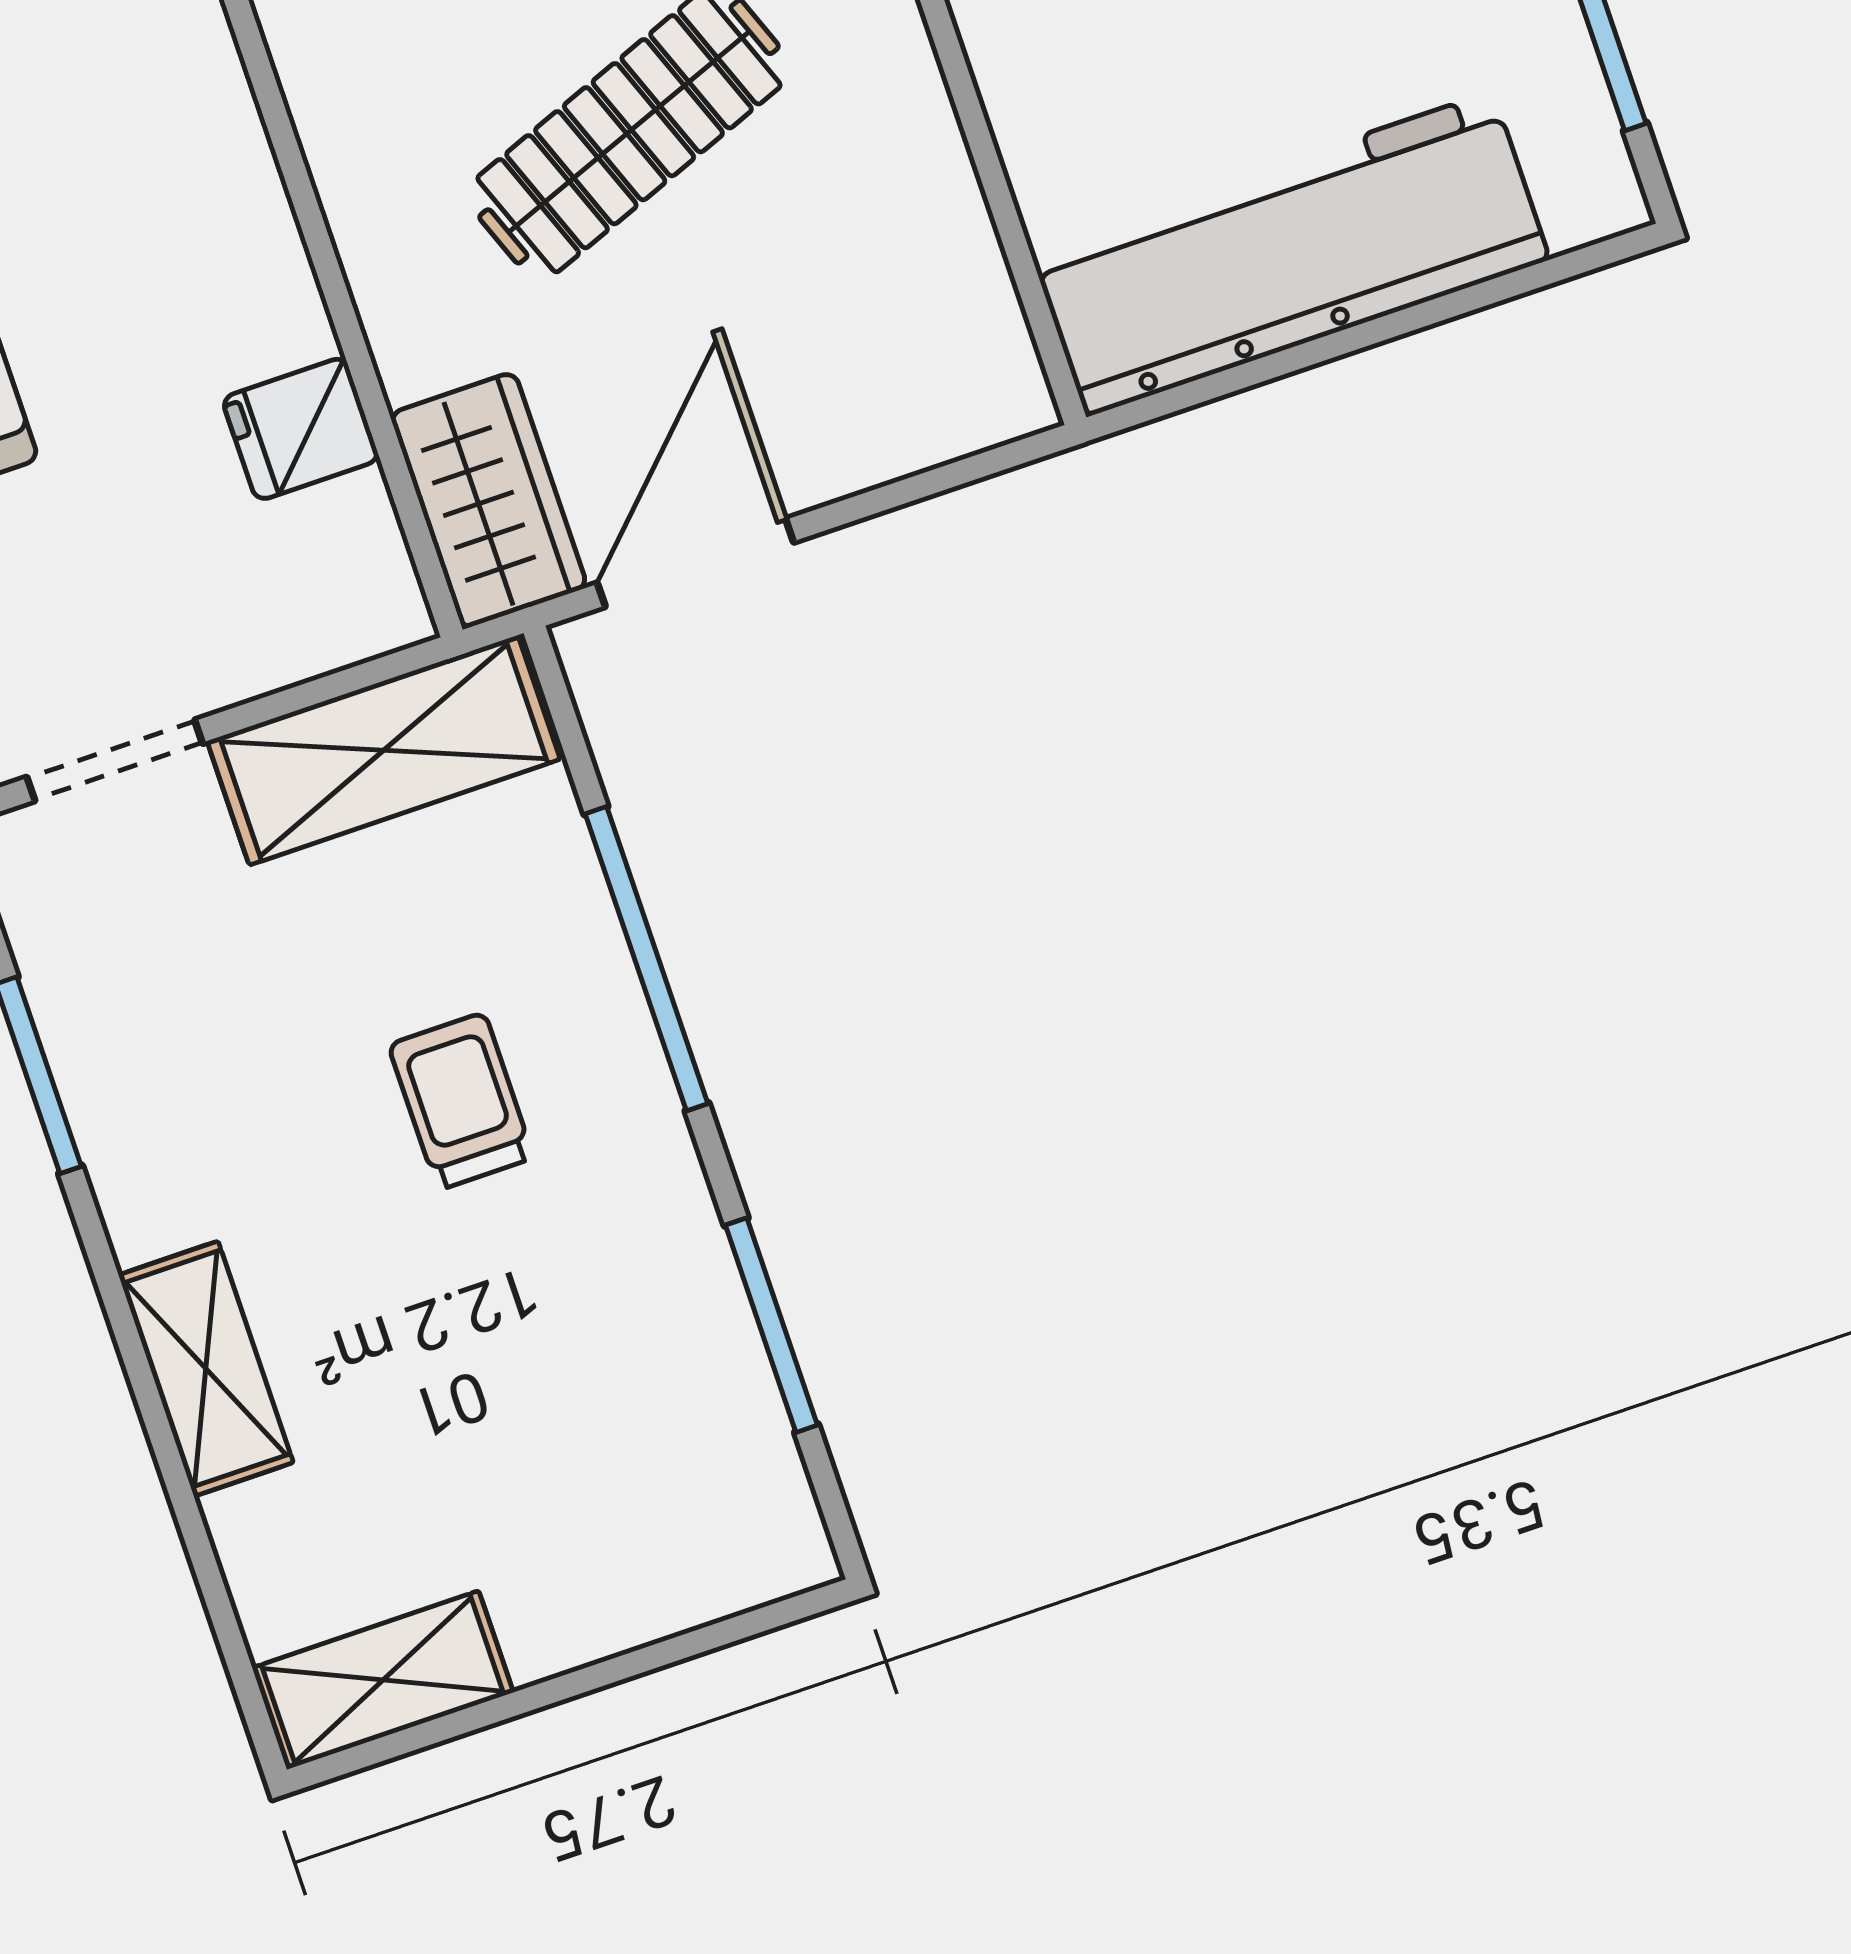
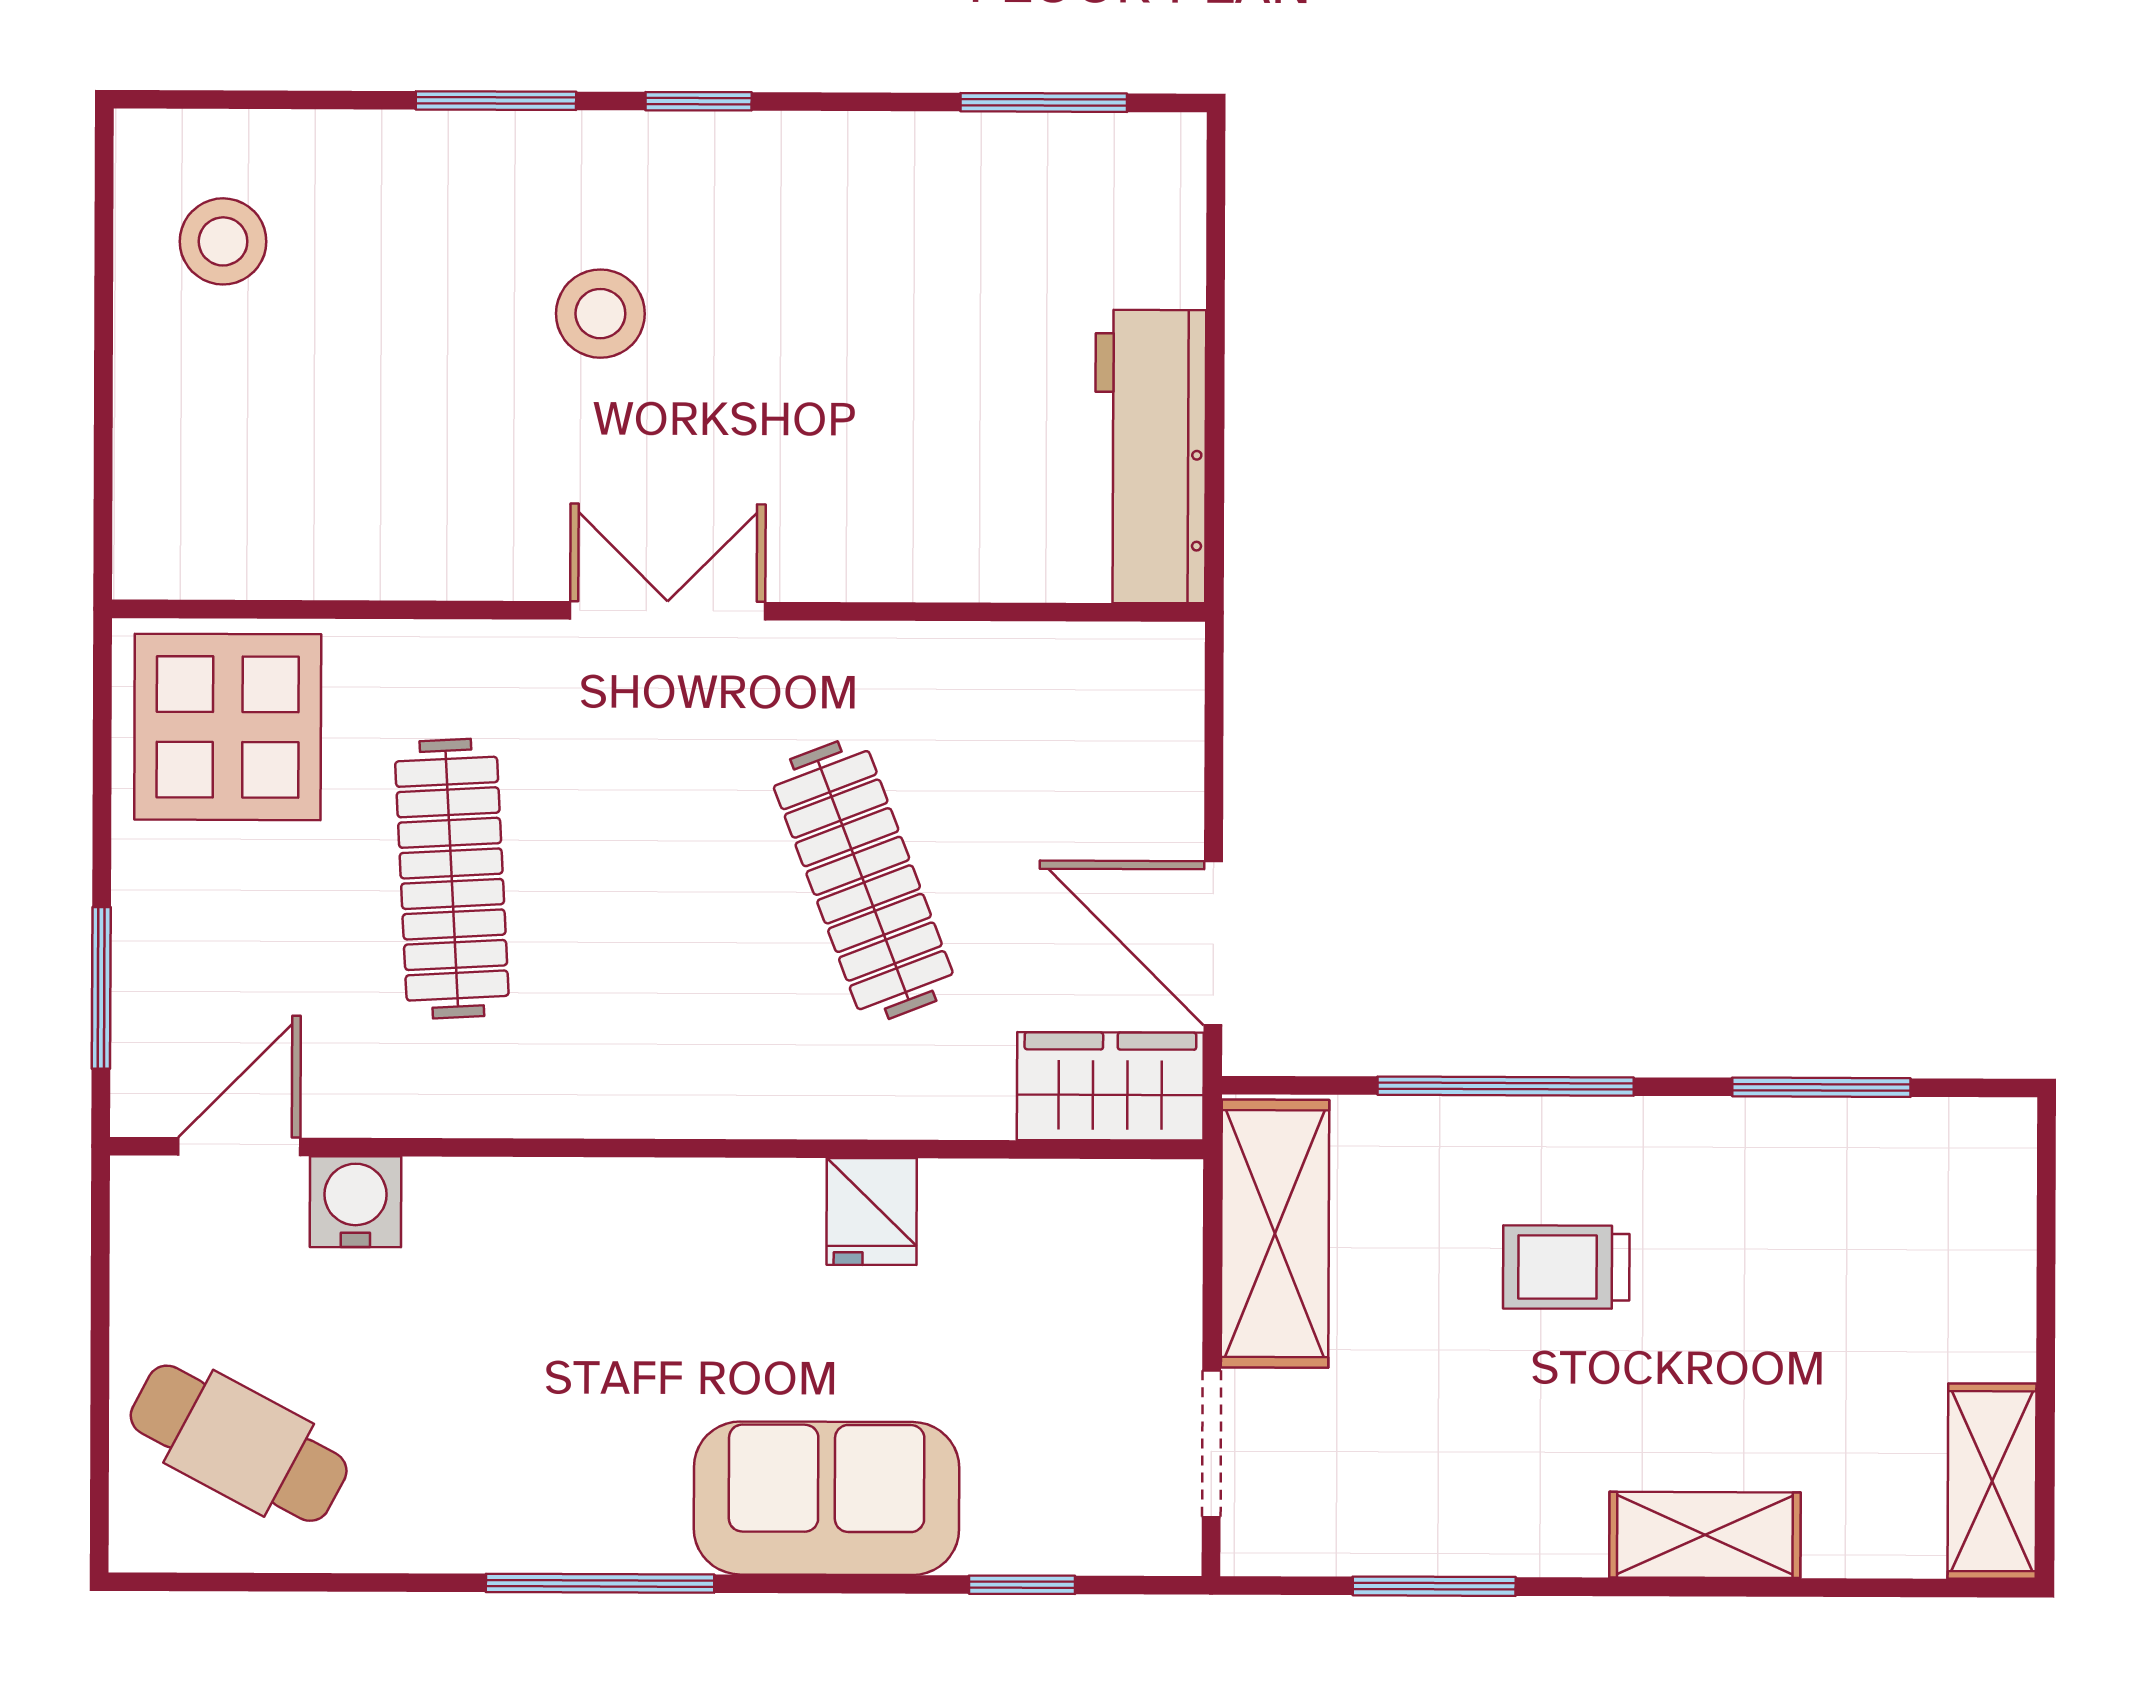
workbench: (1290, 254) -> (1151, 457), width x0.73, depth x0.76
fridge: (301, 429) -> (872, 1212), moved

